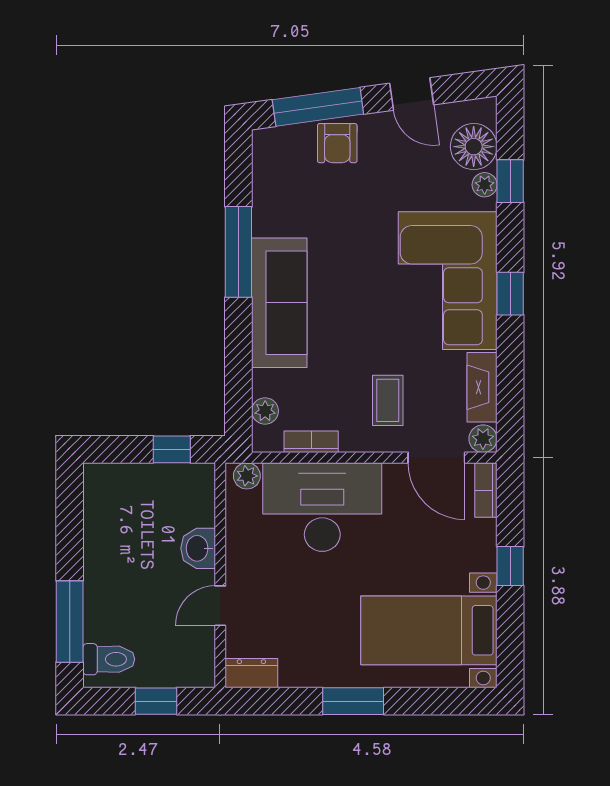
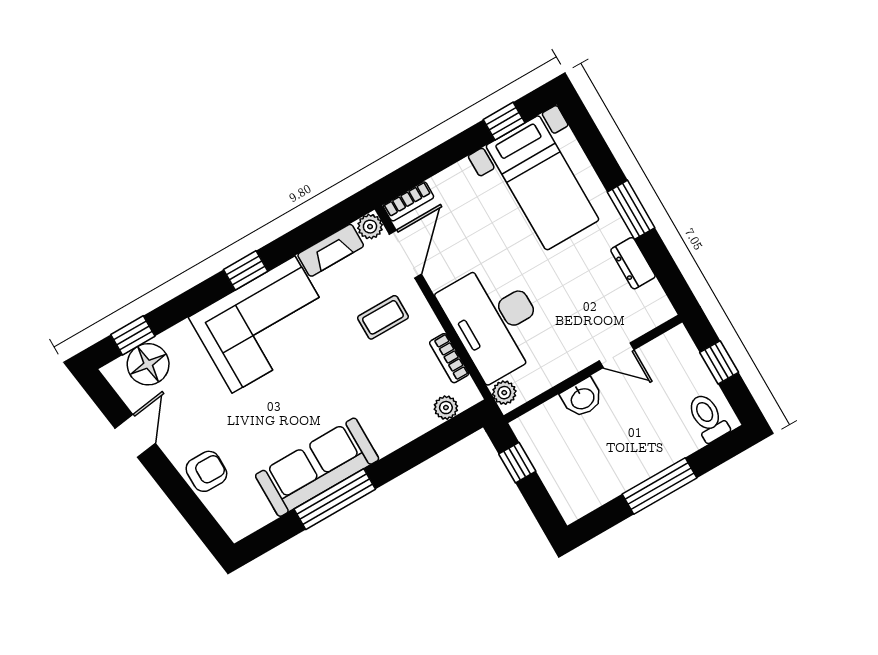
window: (318, 107) -> (187, 502), removed
window: (510, 181) -> (133, 335), moved
plant: (485, 185) -> (173, 339), removed
sofa: (279, 303) -> (317, 467), moved
window: (510, 566) -> (504, 121), moved
window: (70, 622) -> (660, 486), moved
dresser: (251, 673) -> (633, 263), moved

